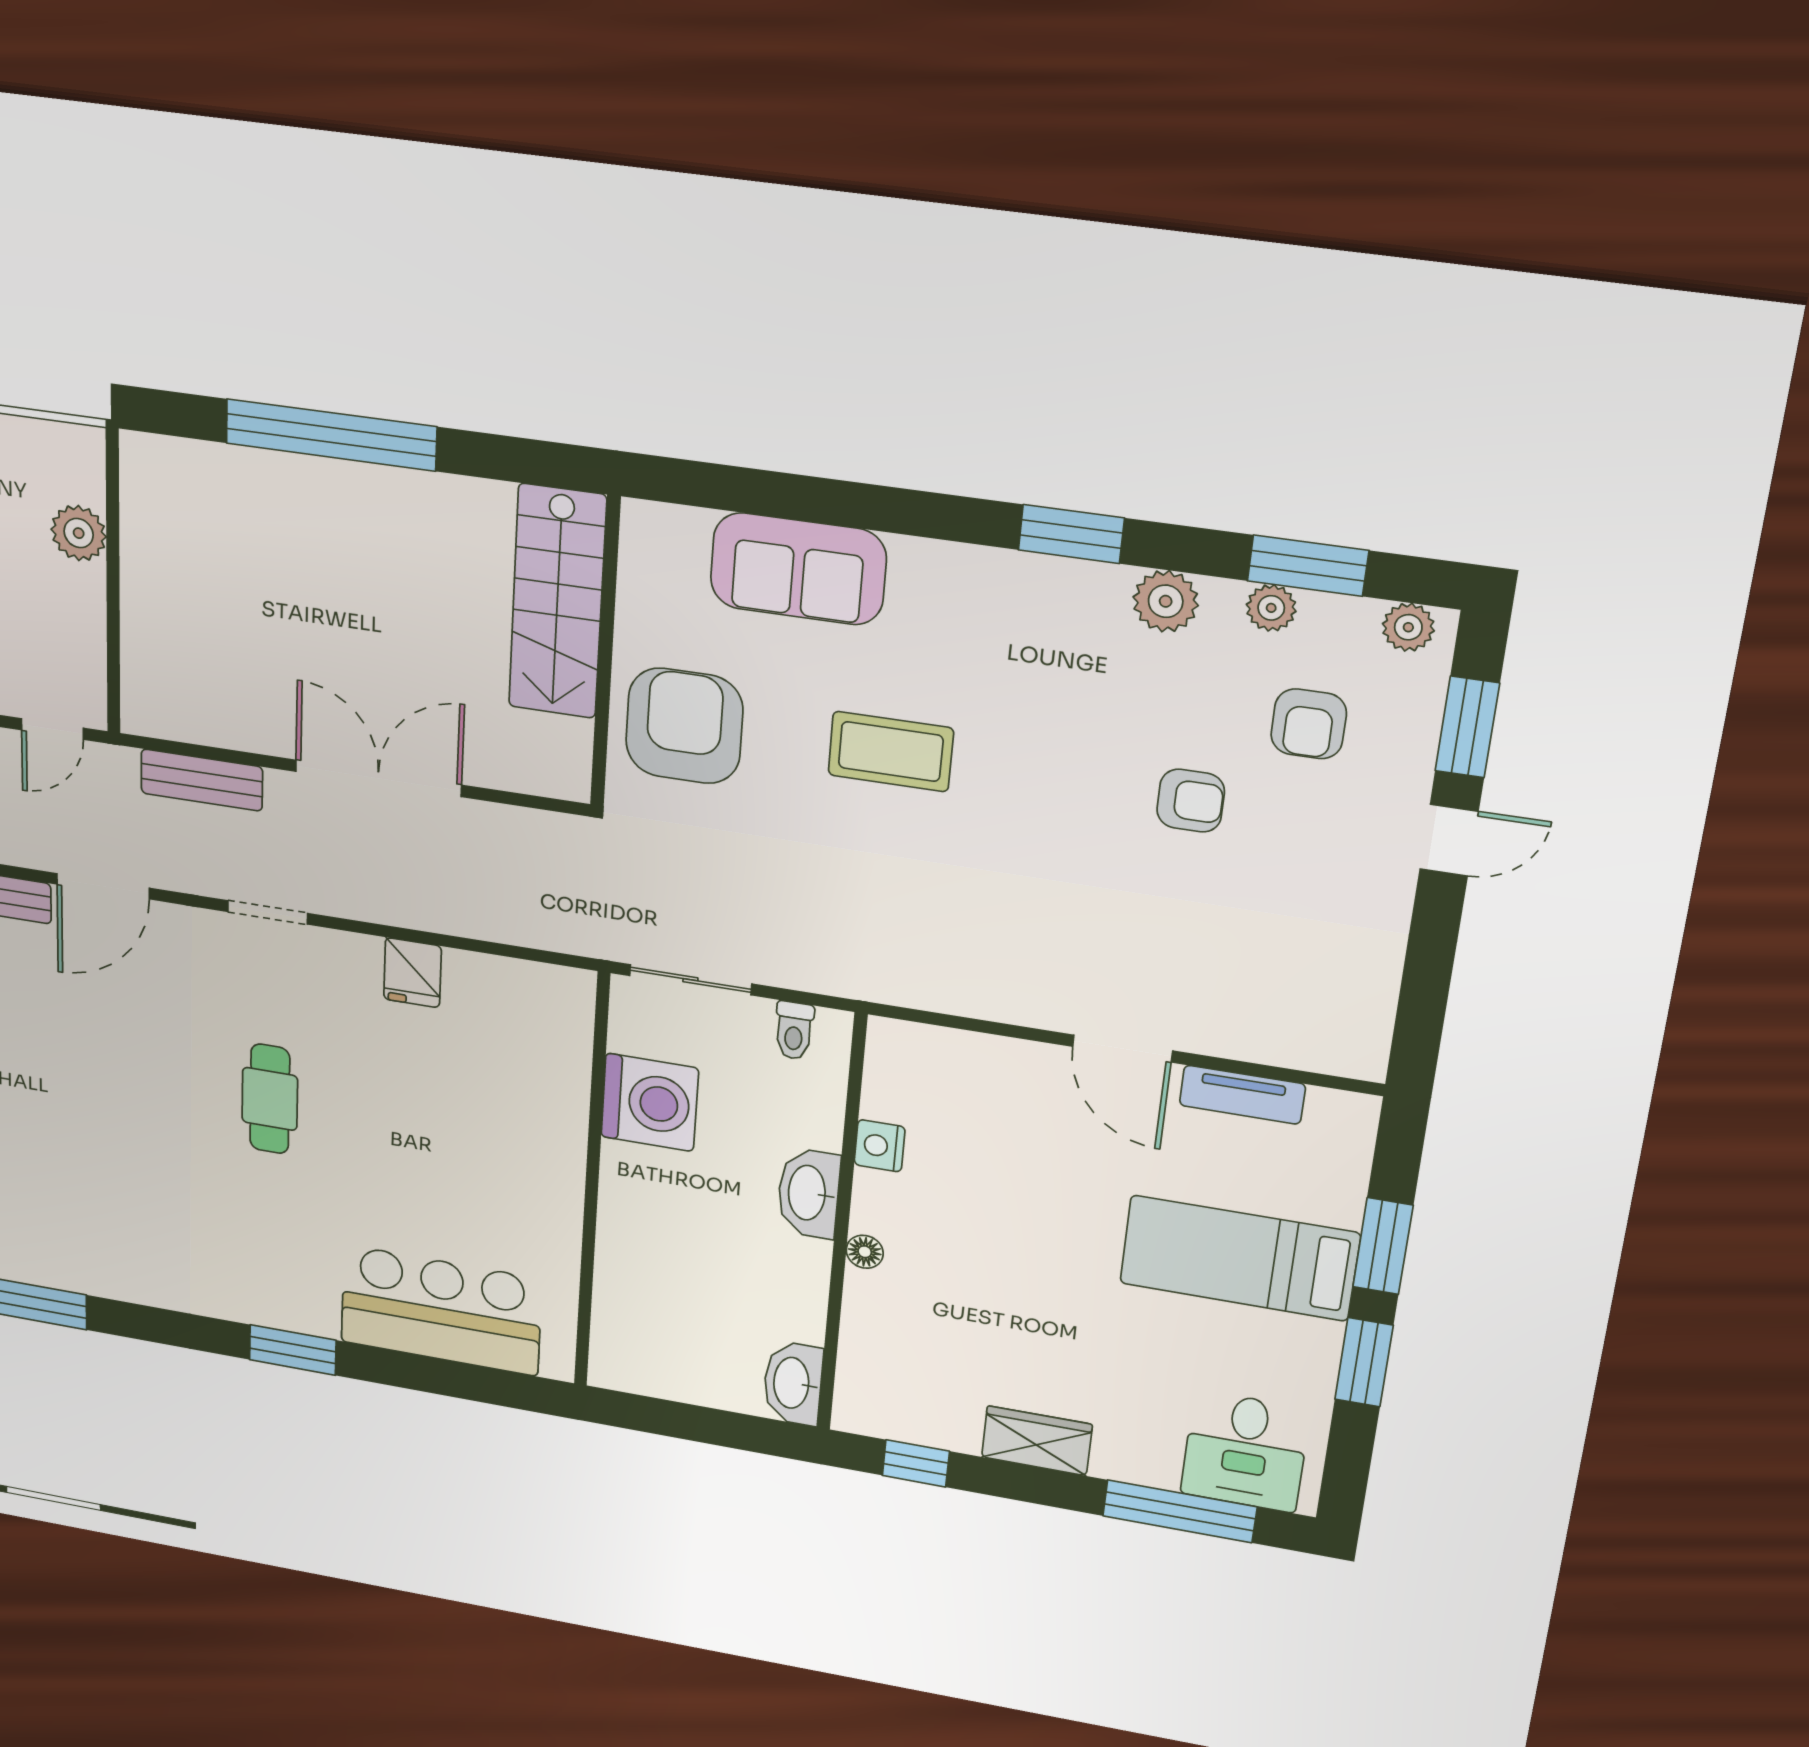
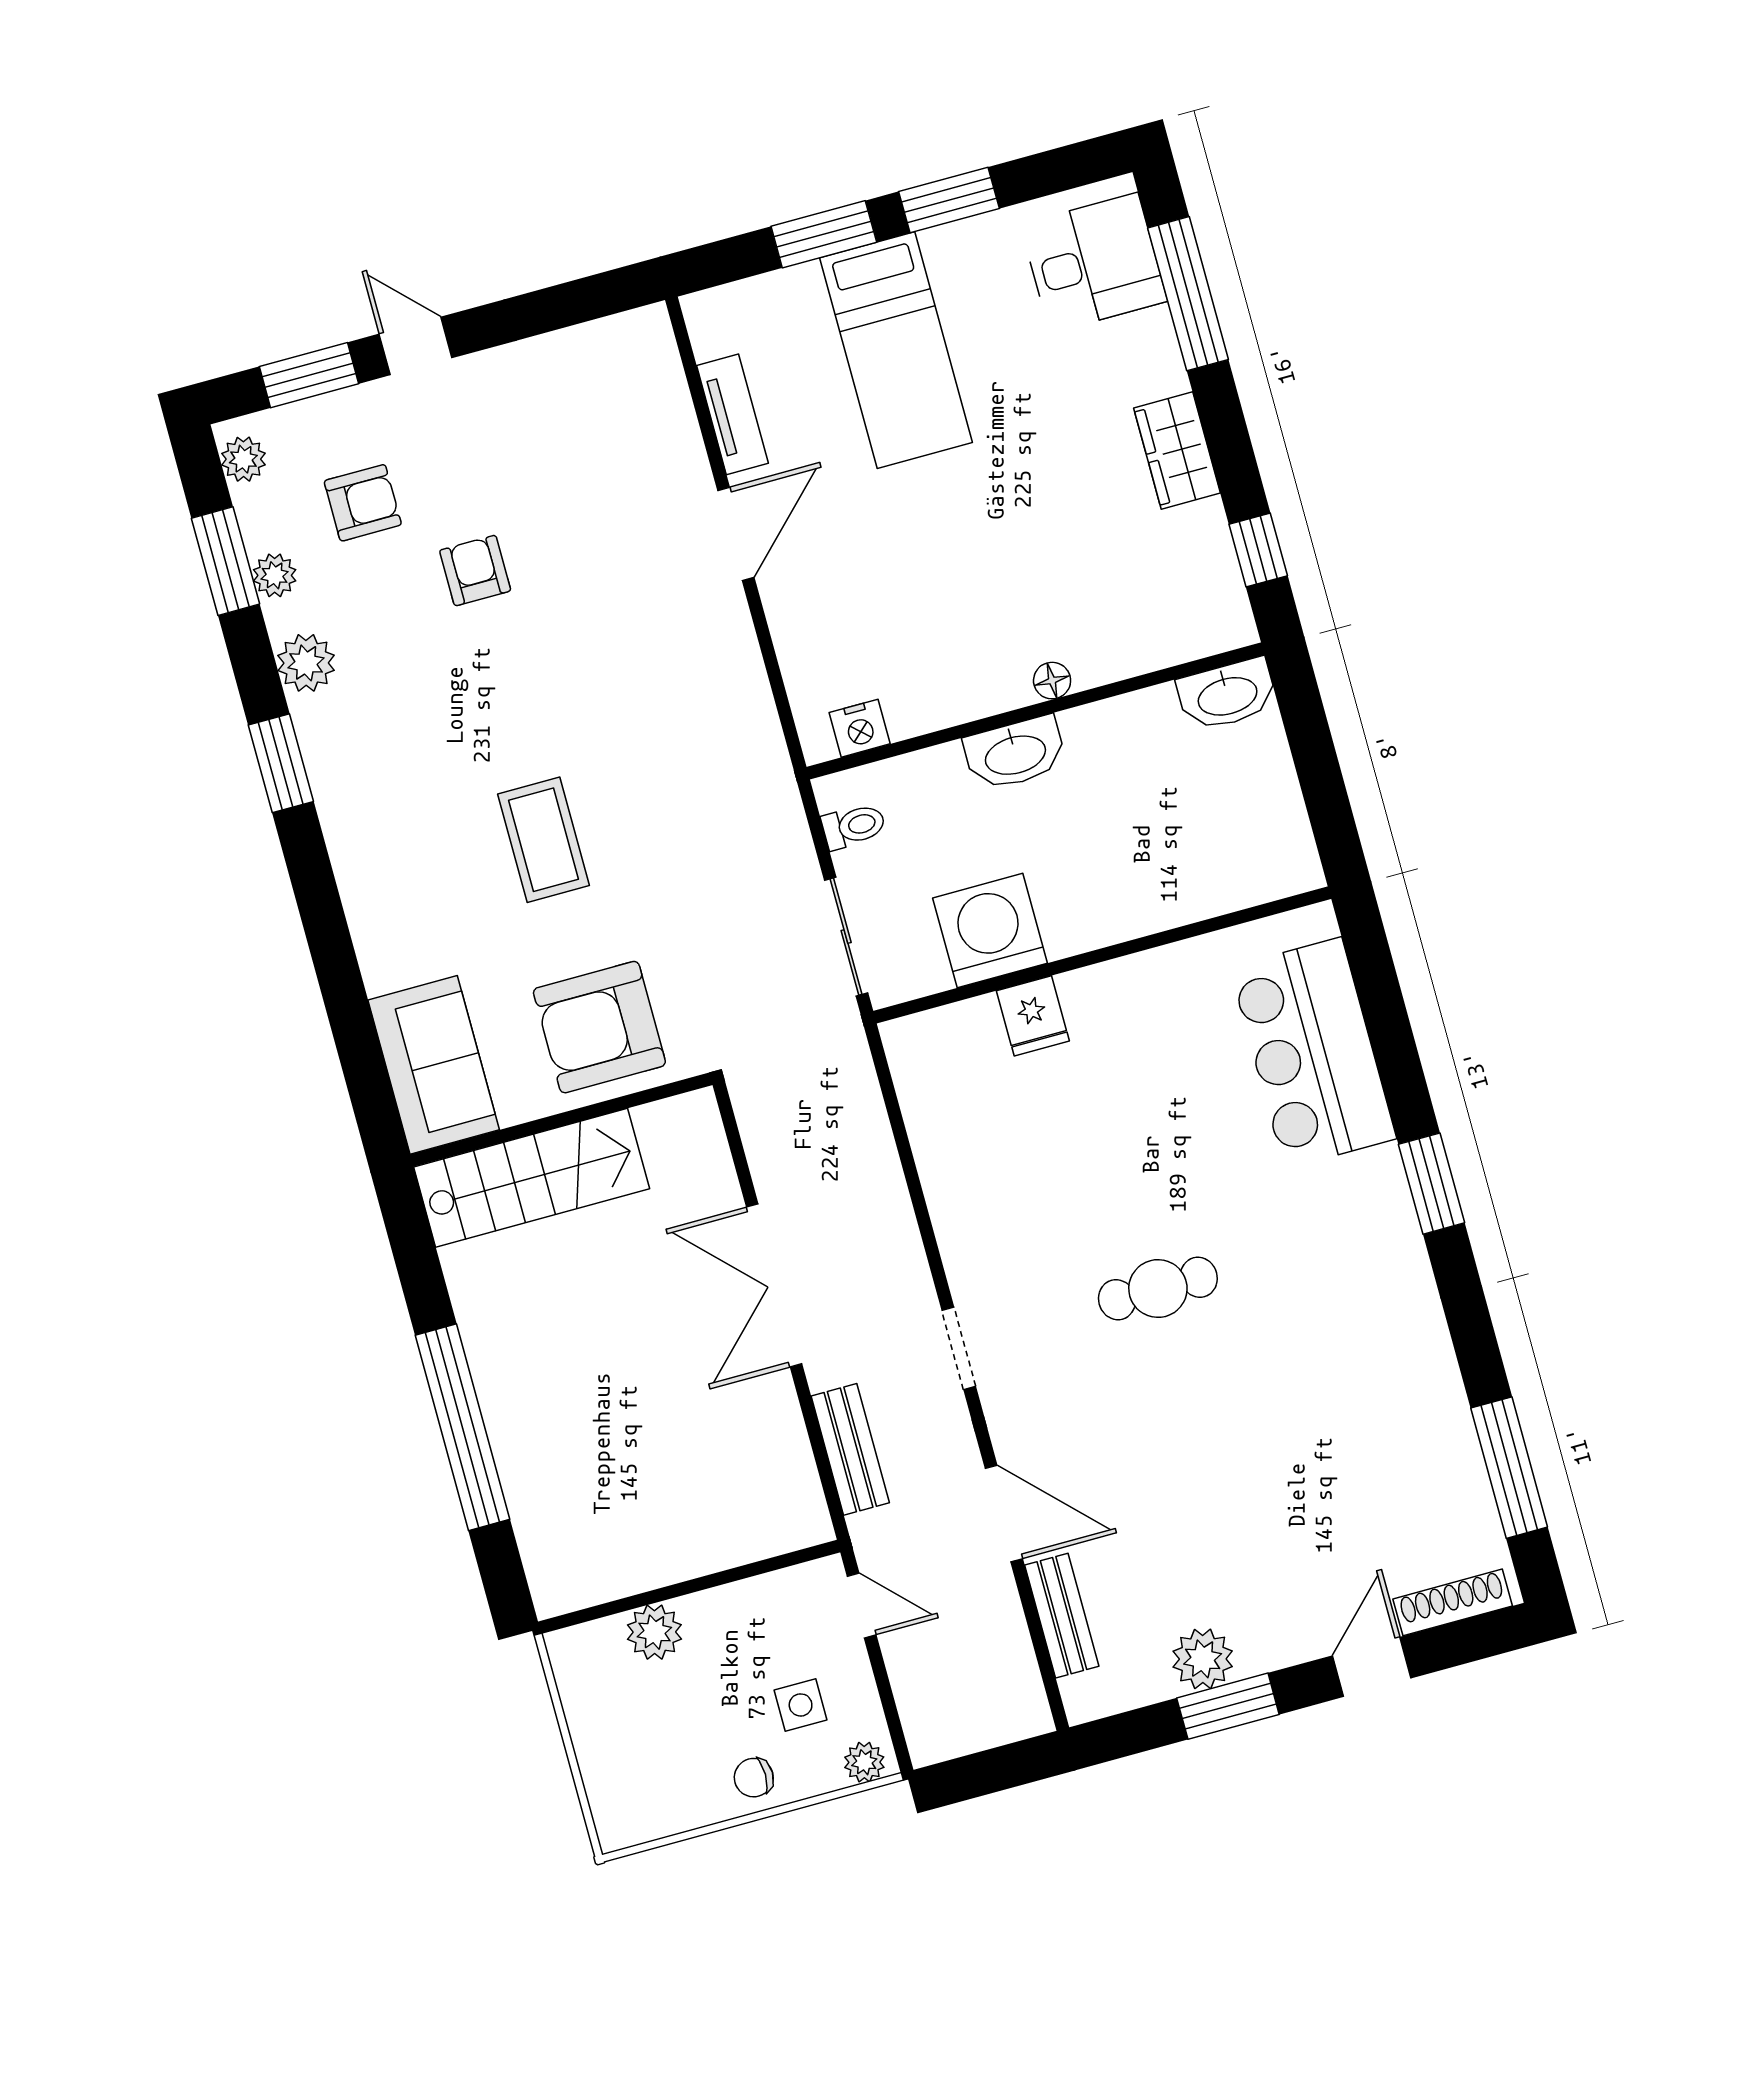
sofa: (798, 569) -> (434, 1065), moved
fridge: (413, 973) -> (1033, 1016), moved, turned 90
nightstand: (880, 1146) -> (860, 728), moved

